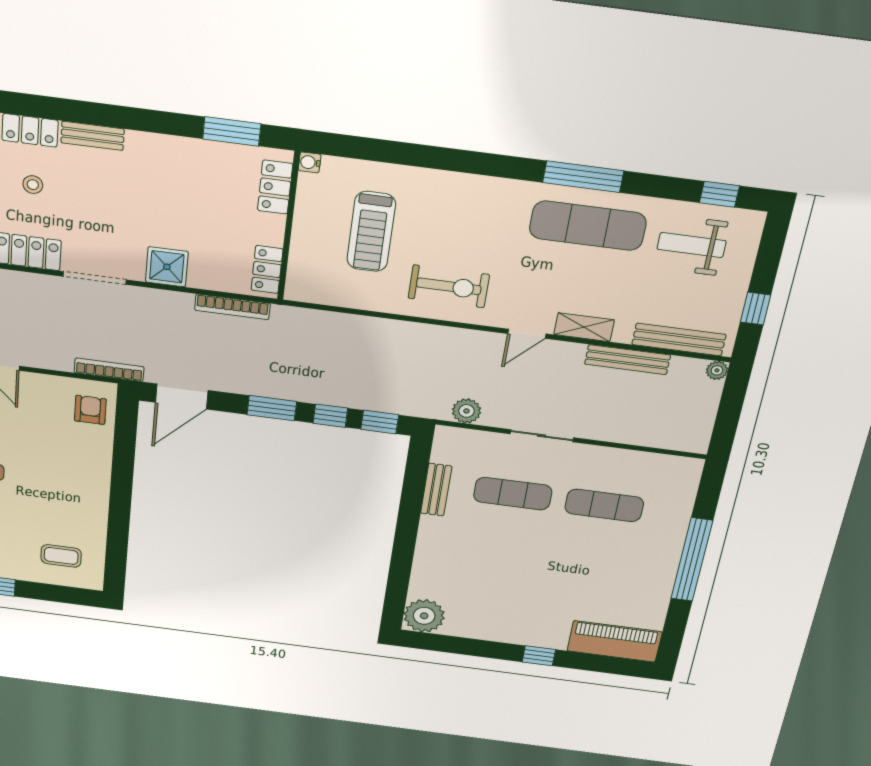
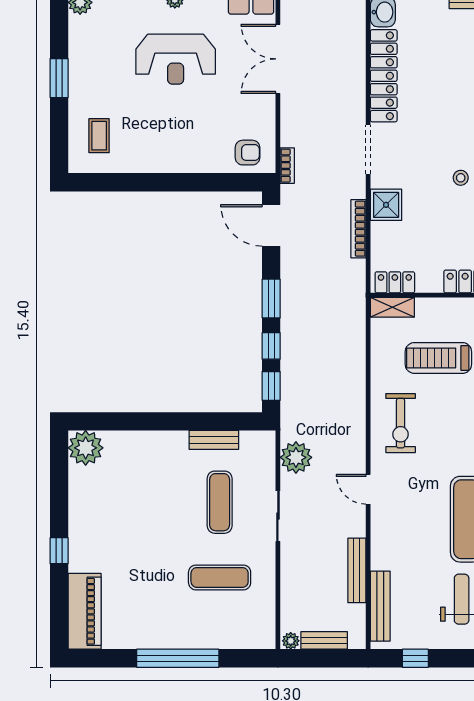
stool: (33, 185) -> (461, 178), moved
bookcase: (232, 307) -> (358, 229), moved
shelving: (584, 327) -> (392, 307), moved, turned 90
bookcase: (109, 370) -> (287, 166), width x0.64
plant: (717, 370) -> (291, 641), moved
bench: (707, 407) -> (324, 640), added
plant: (466, 411) -> (296, 457), width x1.36, depth x1.36
exercise mat: (604, 505) -> (220, 577), turned 90

